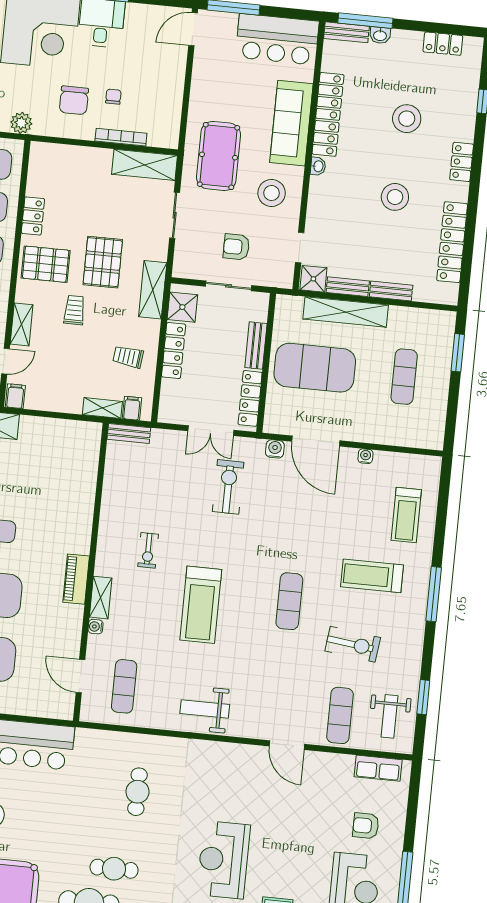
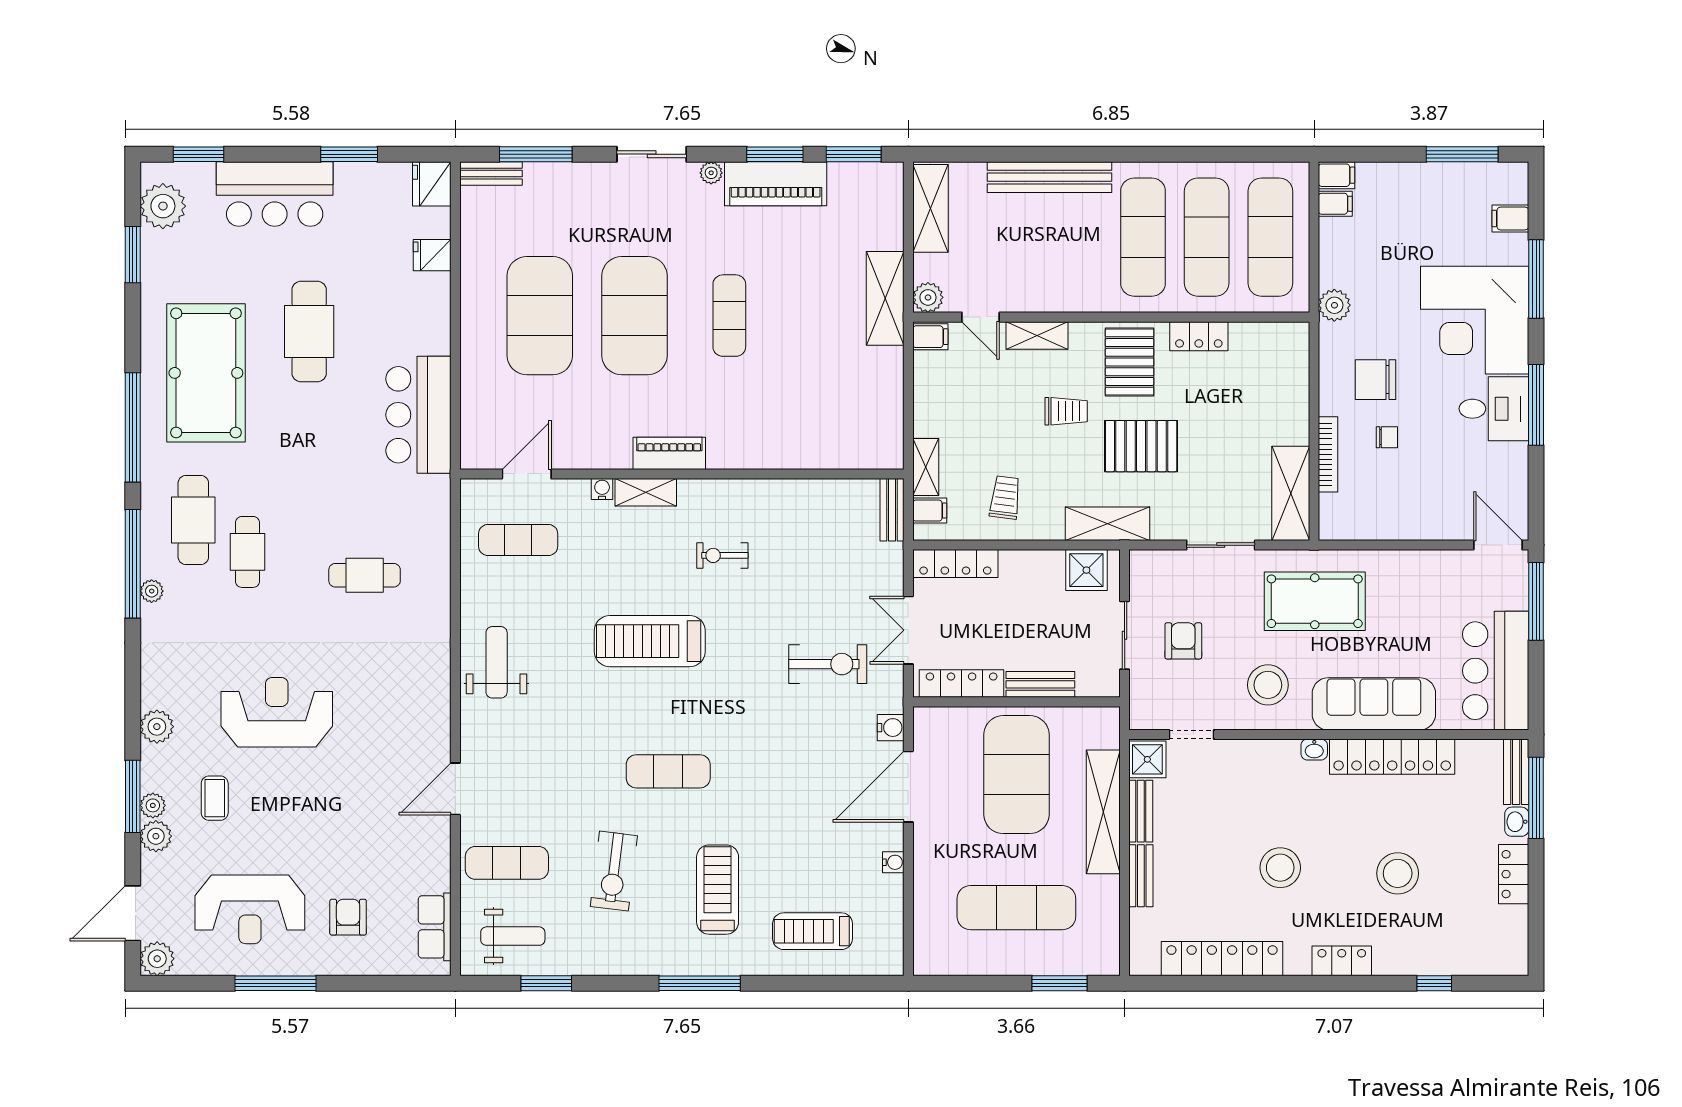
locker: (443, 44) -> (1514, 874), moved
locker: (174, 350) -> (955, 564), moved
exercise mat: (404, 377) -> (1016, 908), width x1.36, depth x1.45
weight bench: (389, 716) -> (513, 936), turned 180

